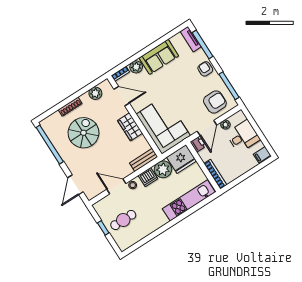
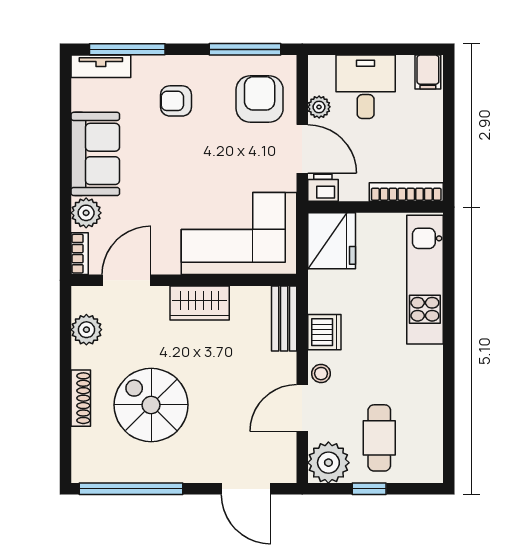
armchair: (205, 69) -> (176, 101), moved
plant: (163, 169) -> (328, 463), moved

